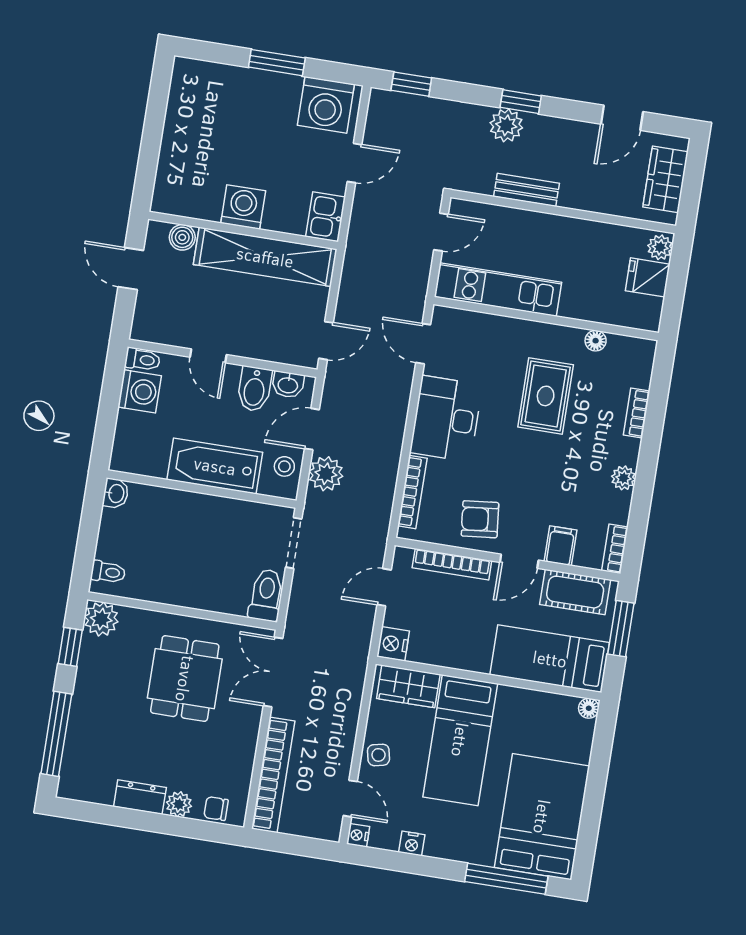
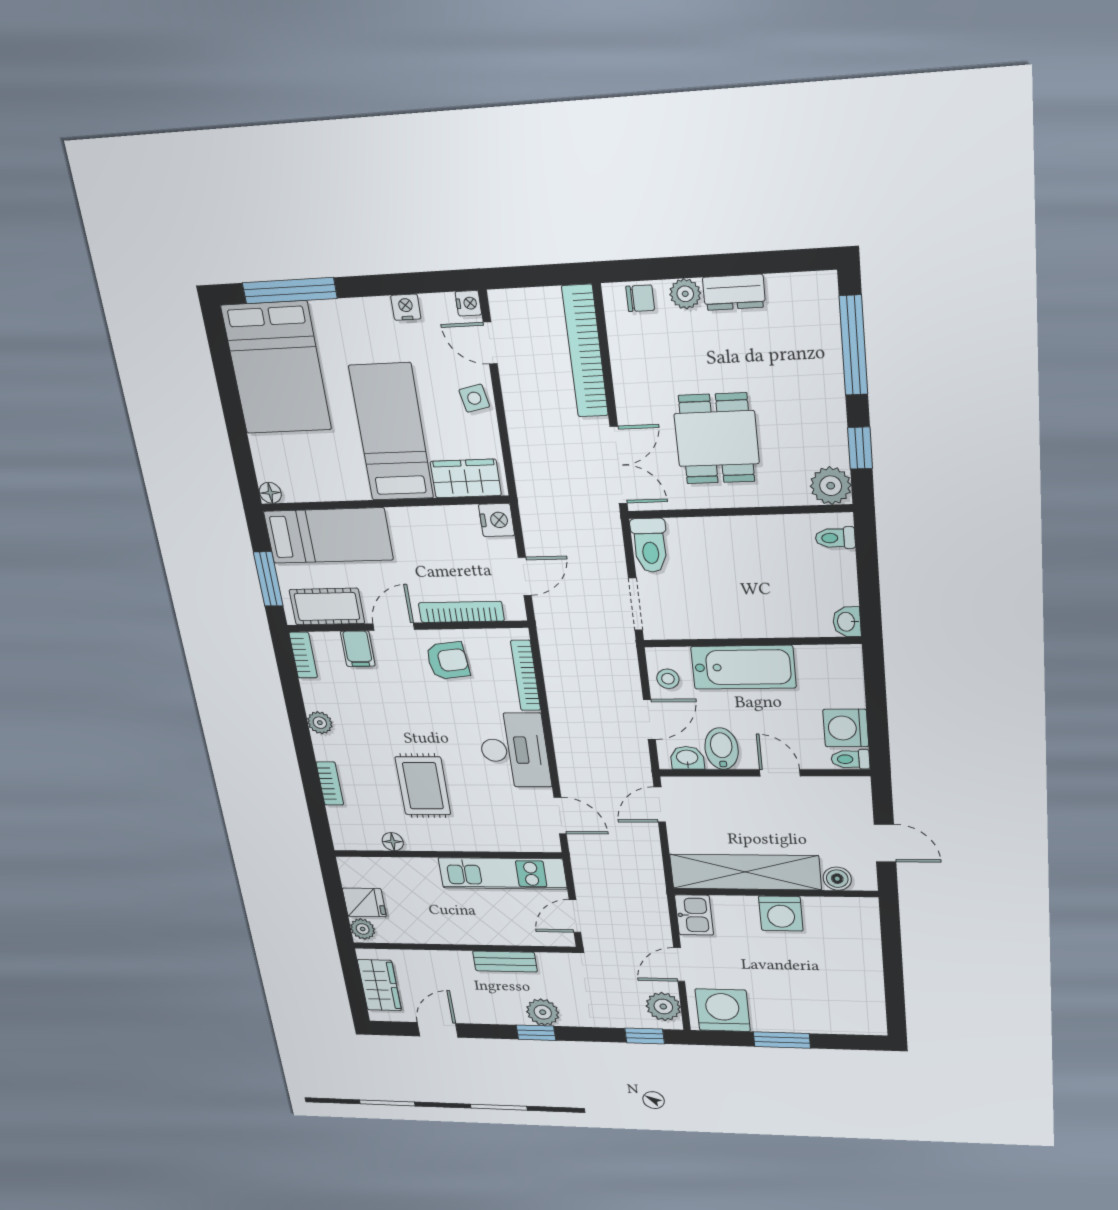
plant: (326, 474) -> (663, 1006), moved

